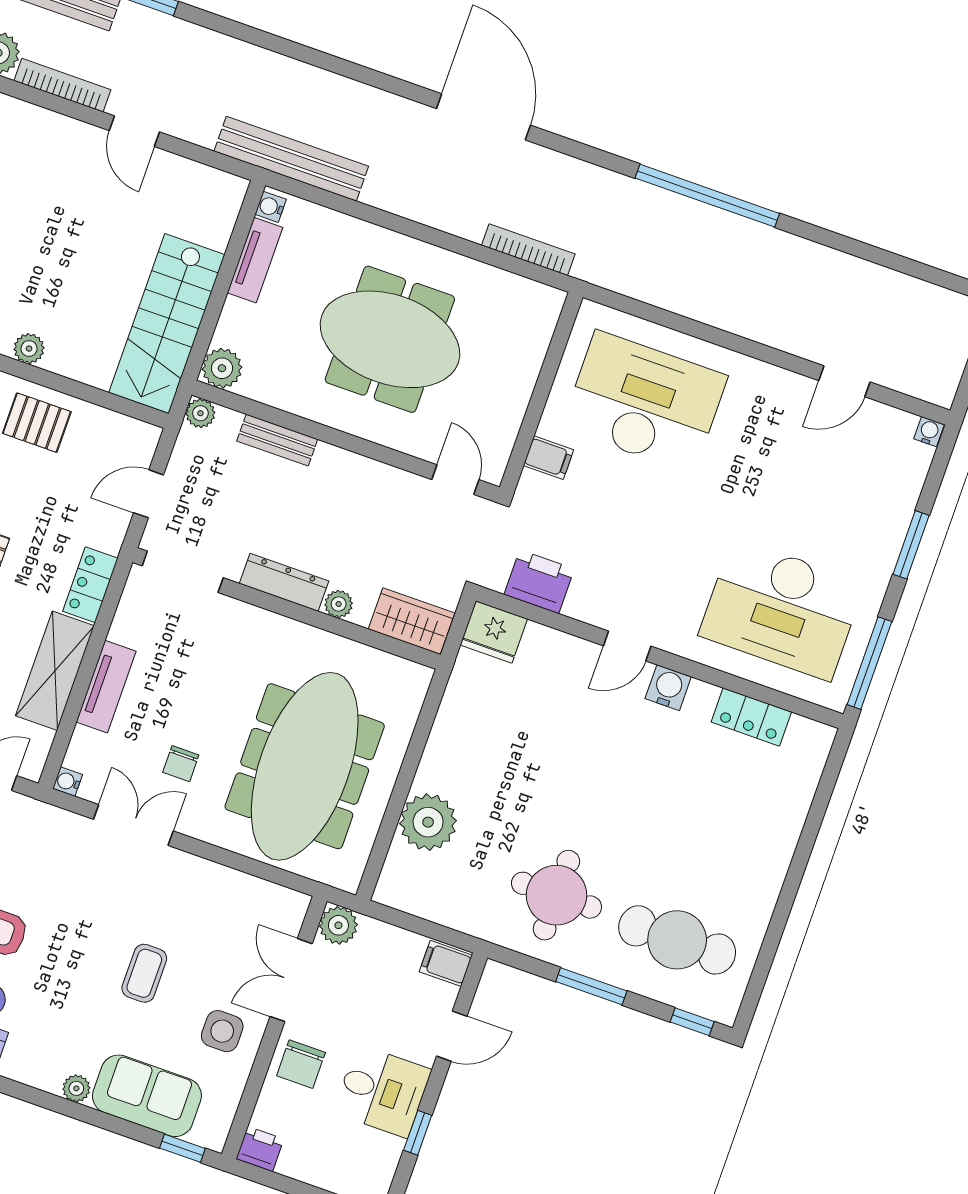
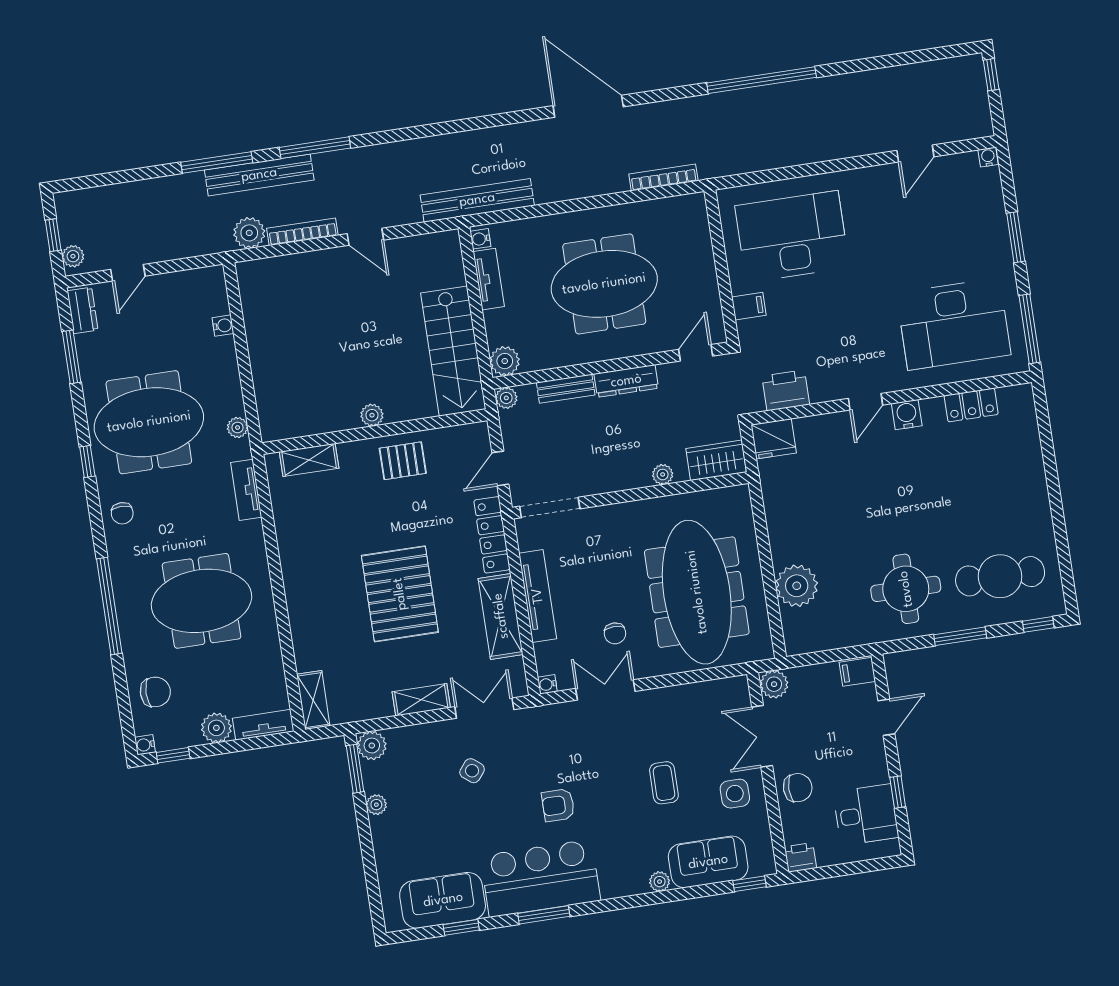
door: (455, 480) -> (696, 353), hinge flipped
dresser: (284, 582) -> (626, 381), moved, turned 180
locker: (90, 585) -> (492, 535), width x1.53
tv unit: (106, 687) -> (538, 596), width x1.41
chair: (301, 1064) -> (798, 788), turned -90
desk: (382, 1091) -> (866, 815), moved

